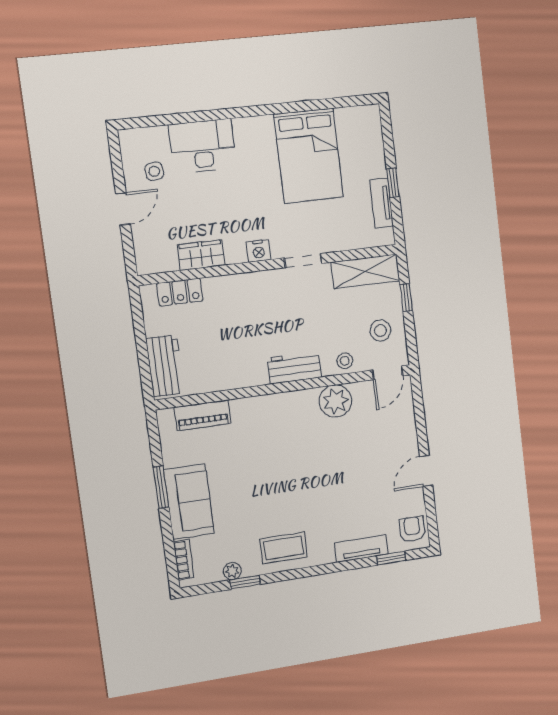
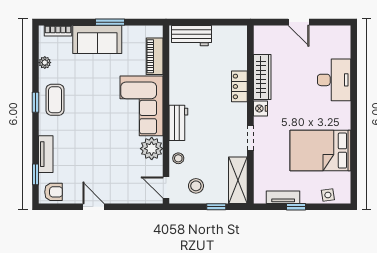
side table: (154, 171) -> (328, 195), moved
wardrobe: (201, 255) -> (262, 77), width x1.50
locker: (180, 292) -> (239, 86), moved
corner sofa: (277, 424) -> (141, 106), added
window: (245, 582) -> (36, 102), moved

